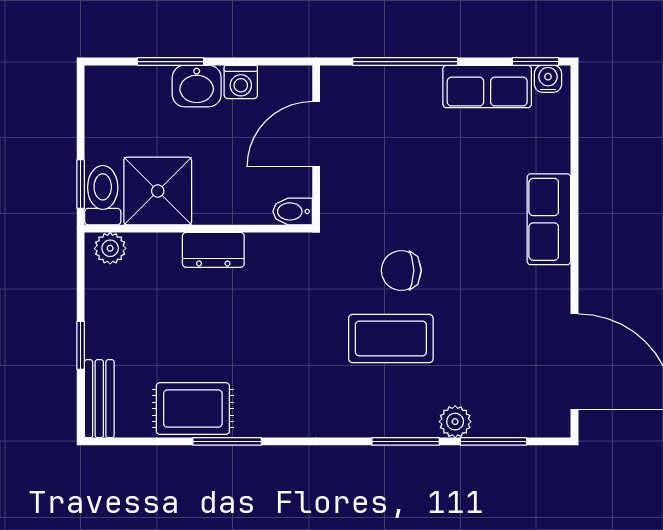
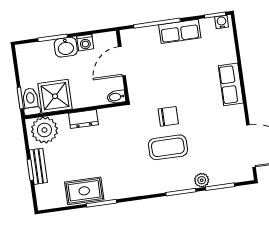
row of seats: (487, 87) -> (180, 31), moved
plant: (110, 248) -> (44, 130), width x1.87, depth x1.87
chair: (401, 270) -> (168, 116), turned 180
bench: (99, 399) -> (38, 166), moved

